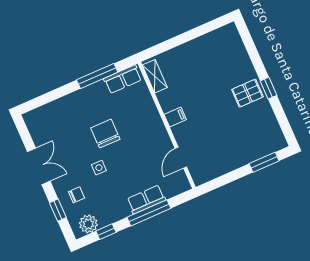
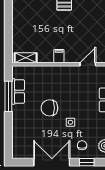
row of seats: (123, 79) -> (18, 91), moved
door: (181, 158) -> (88, 64), swing flipped
double door: (39, 166) -> (52, 162), width x1.37

